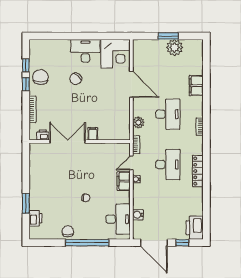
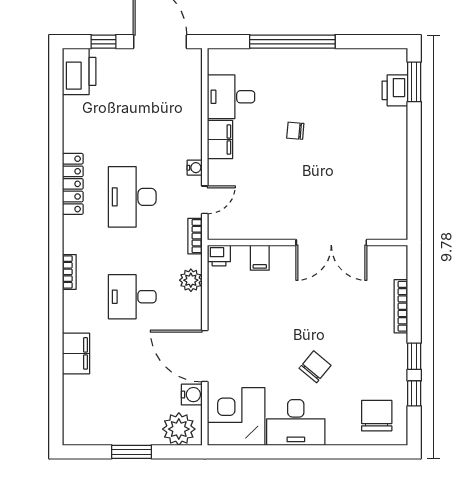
plant: (175, 47) -> (179, 429), moved
chair: (40, 77) -> (377, 416), moved, turned 180
desk: (168, 114) -> (132, 297), width x0.73
filing cabinet: (93, 134) -> (260, 258), moved
printer: (43, 135) -> (219, 255), moved
filing cabinet: (124, 181) -> (220, 139), moved
window: (26, 203) -> (414, 82), moved
water cooler: (138, 215) -> (192, 395), moved
desk: (118, 219) -> (231, 97), width x0.73
chair: (68, 231) -> (331, 64), removed

